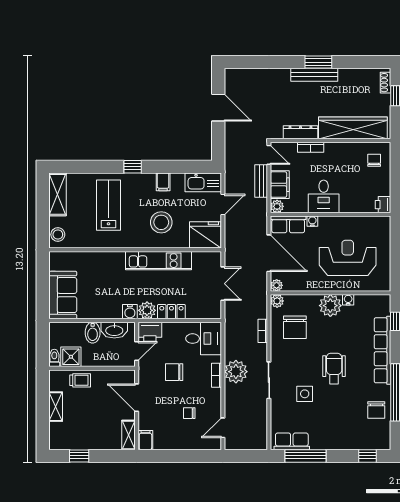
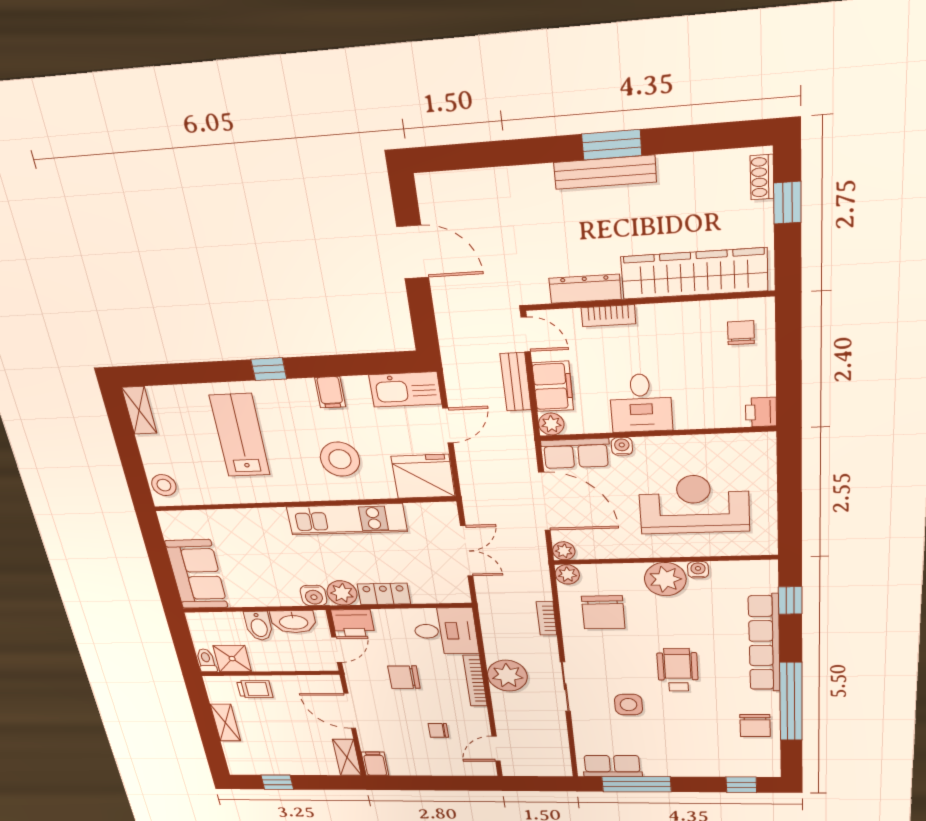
shelving: (58, 194) -> (139, 410), width x0.67, depth x0.75
bookcase: (216, 375) -> (475, 681), width x1.56

